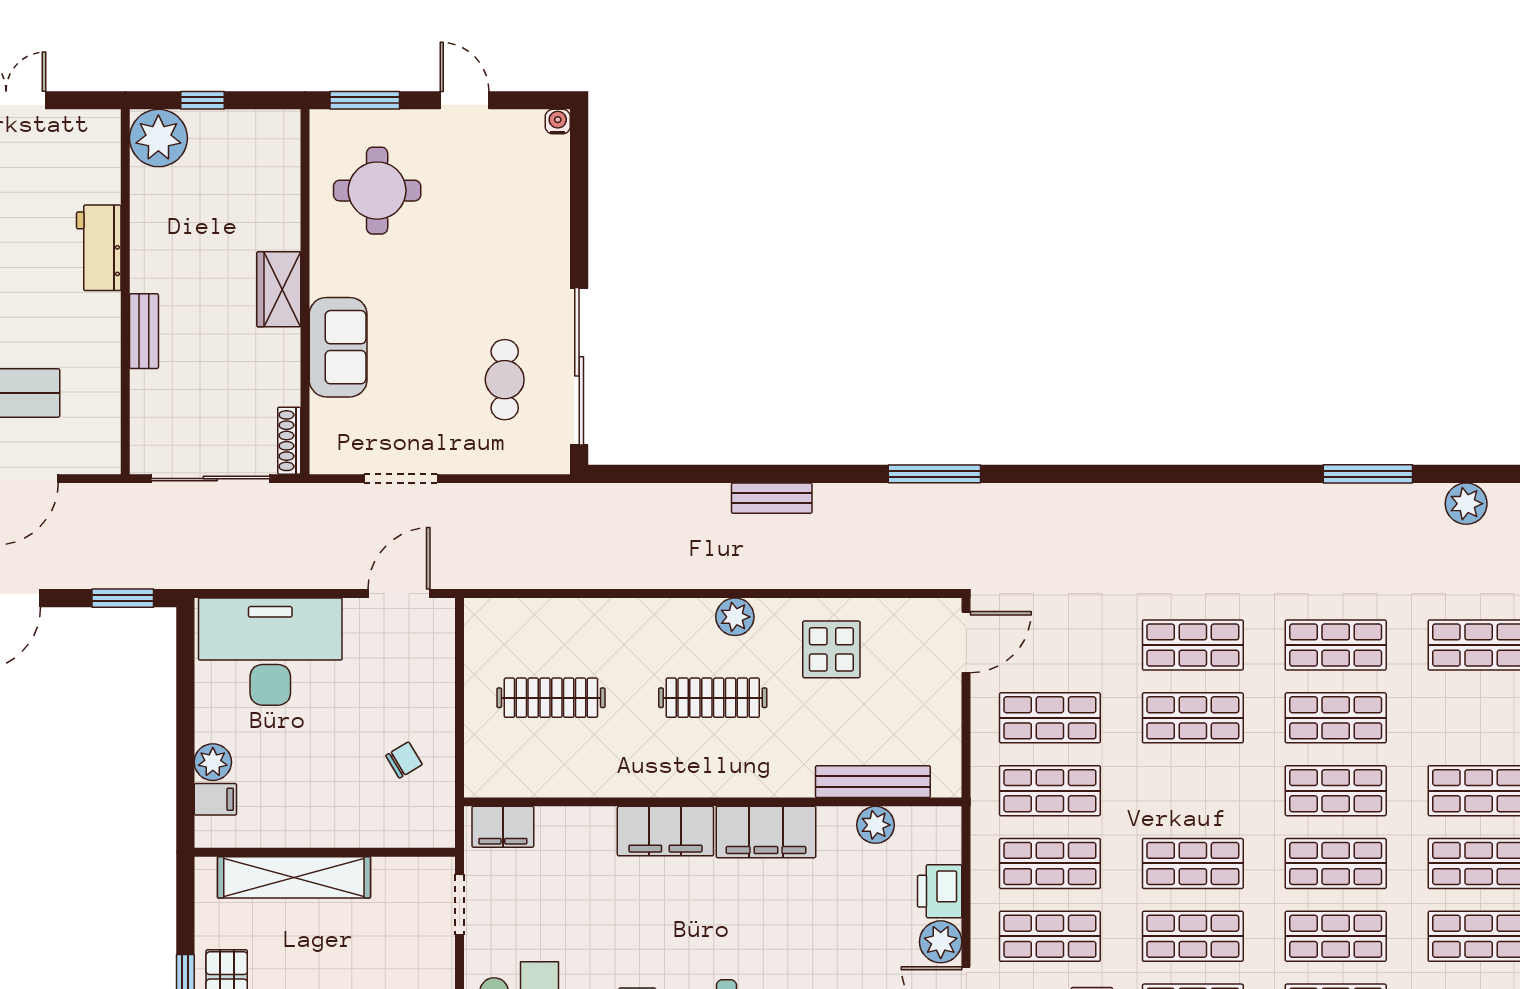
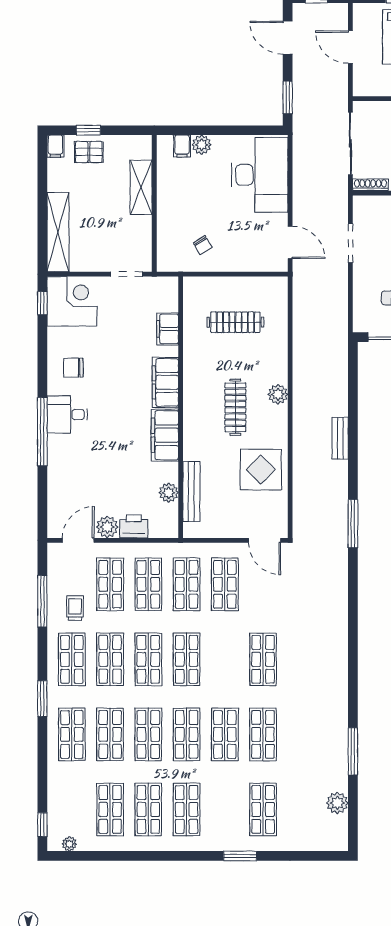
plant: (735, 617) -> (278, 394), moved
display table: (831, 649) -> (261, 470), width x1.36, depth x1.36
clothes rail: (551, 698) -> (235, 322), turned 90
shop shelf: (1193, 718) -> (187, 659), moved
filing cabinet: (503, 827) -> (168, 329), moved
shelving: (294, 877) -> (141, 187), width x0.68

